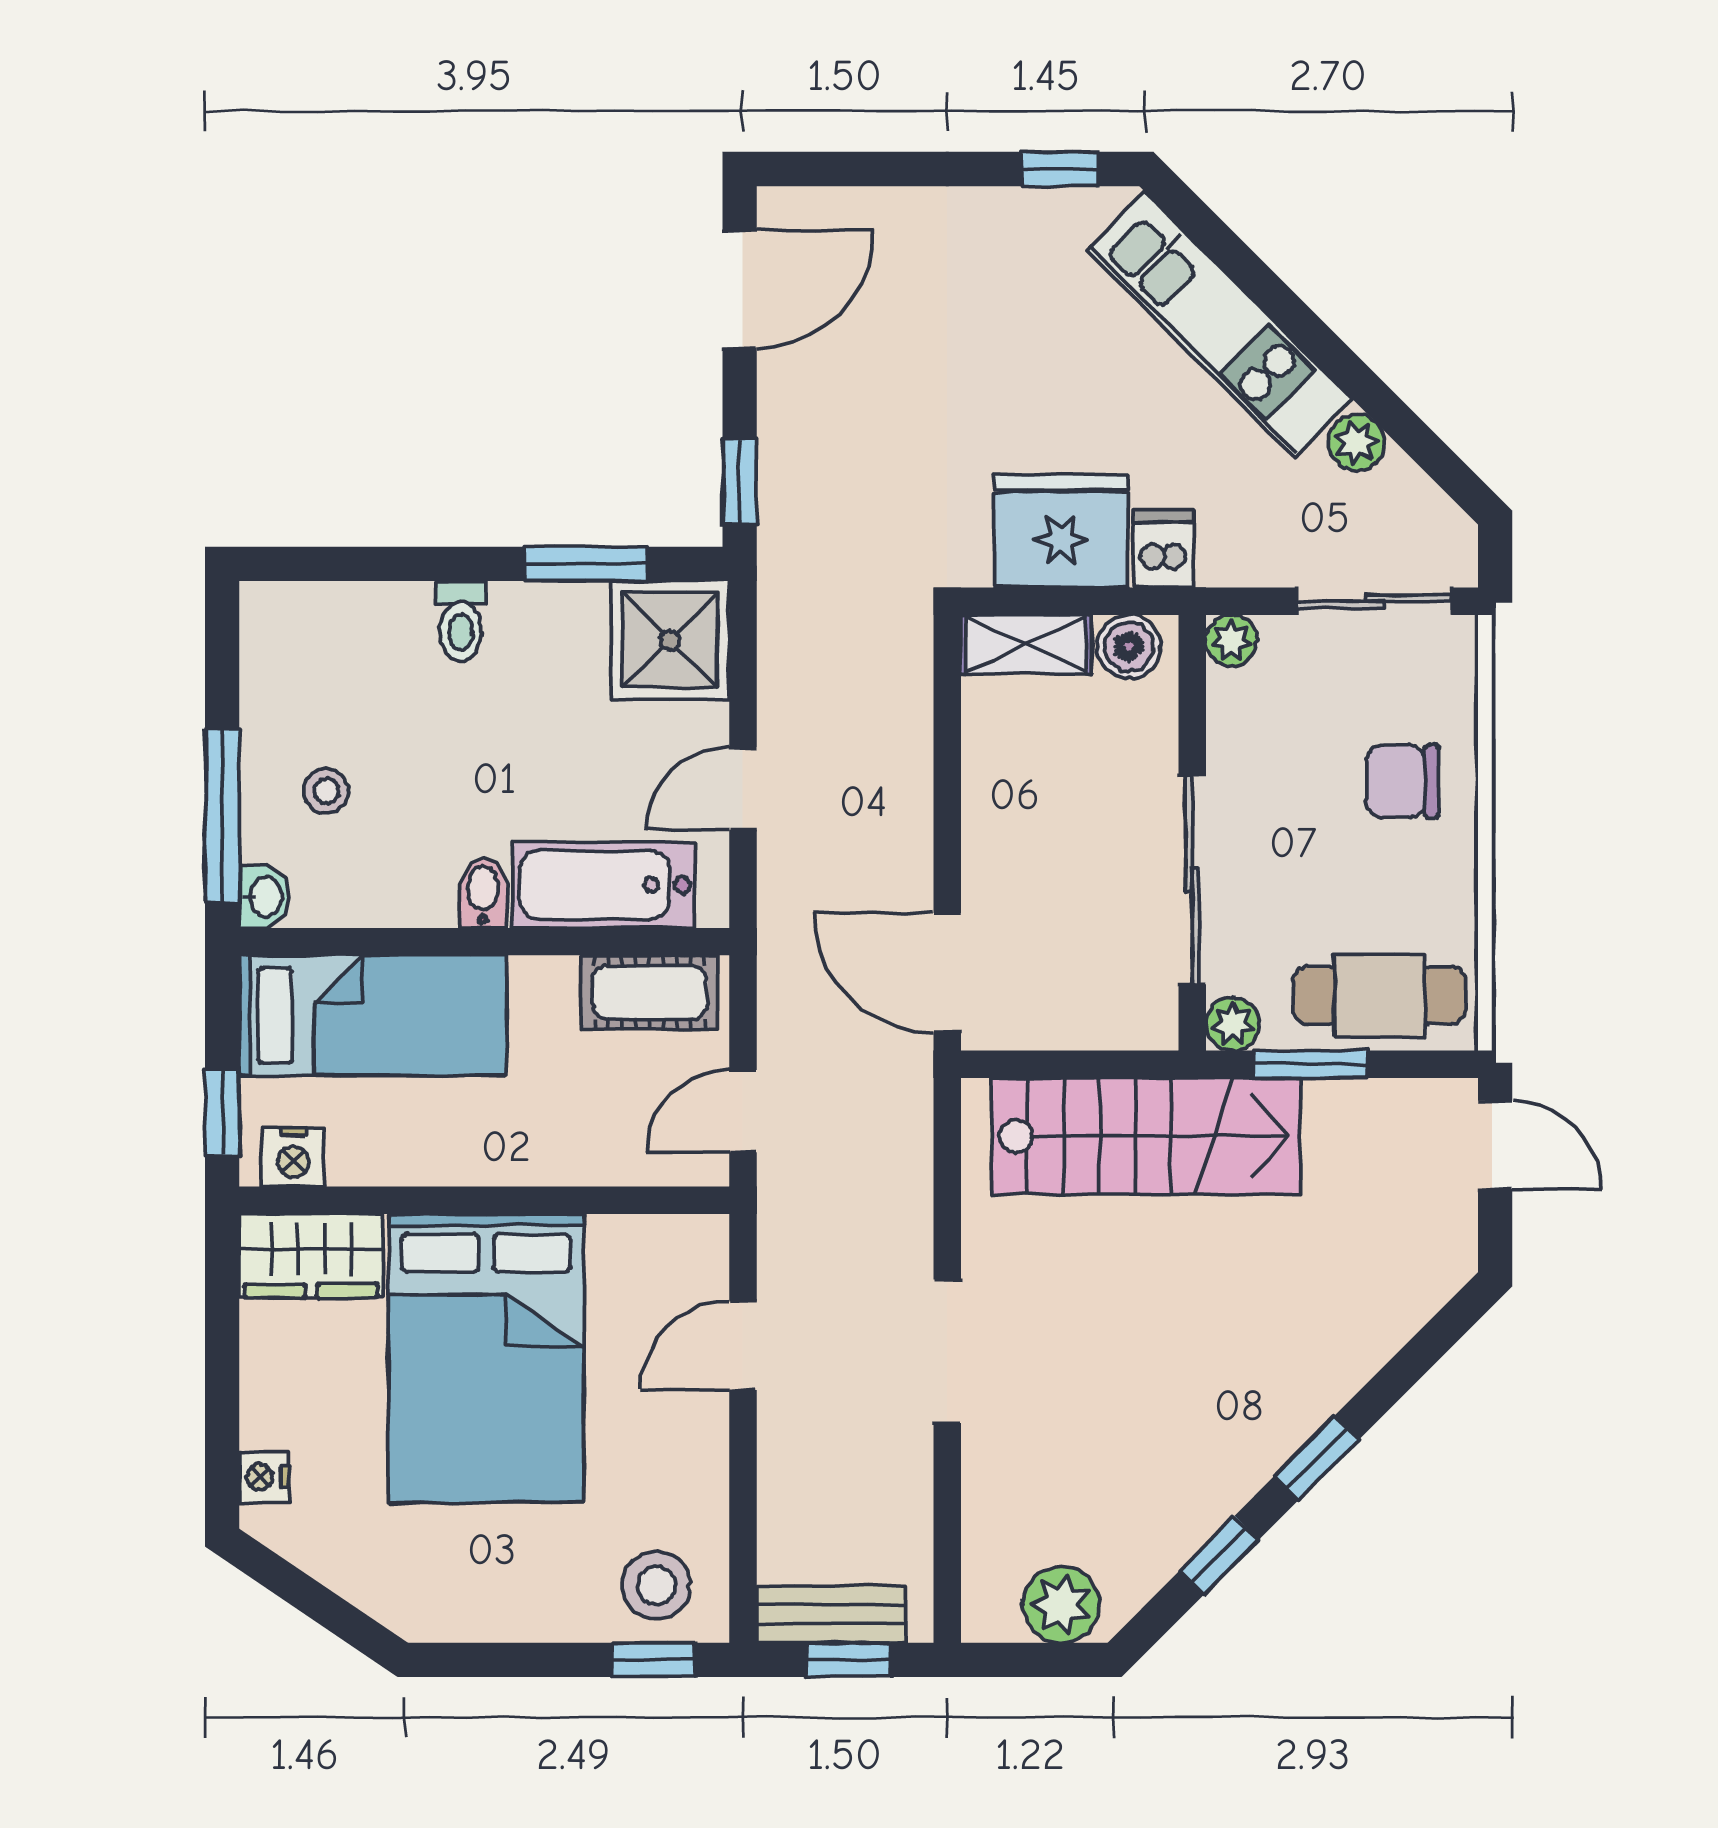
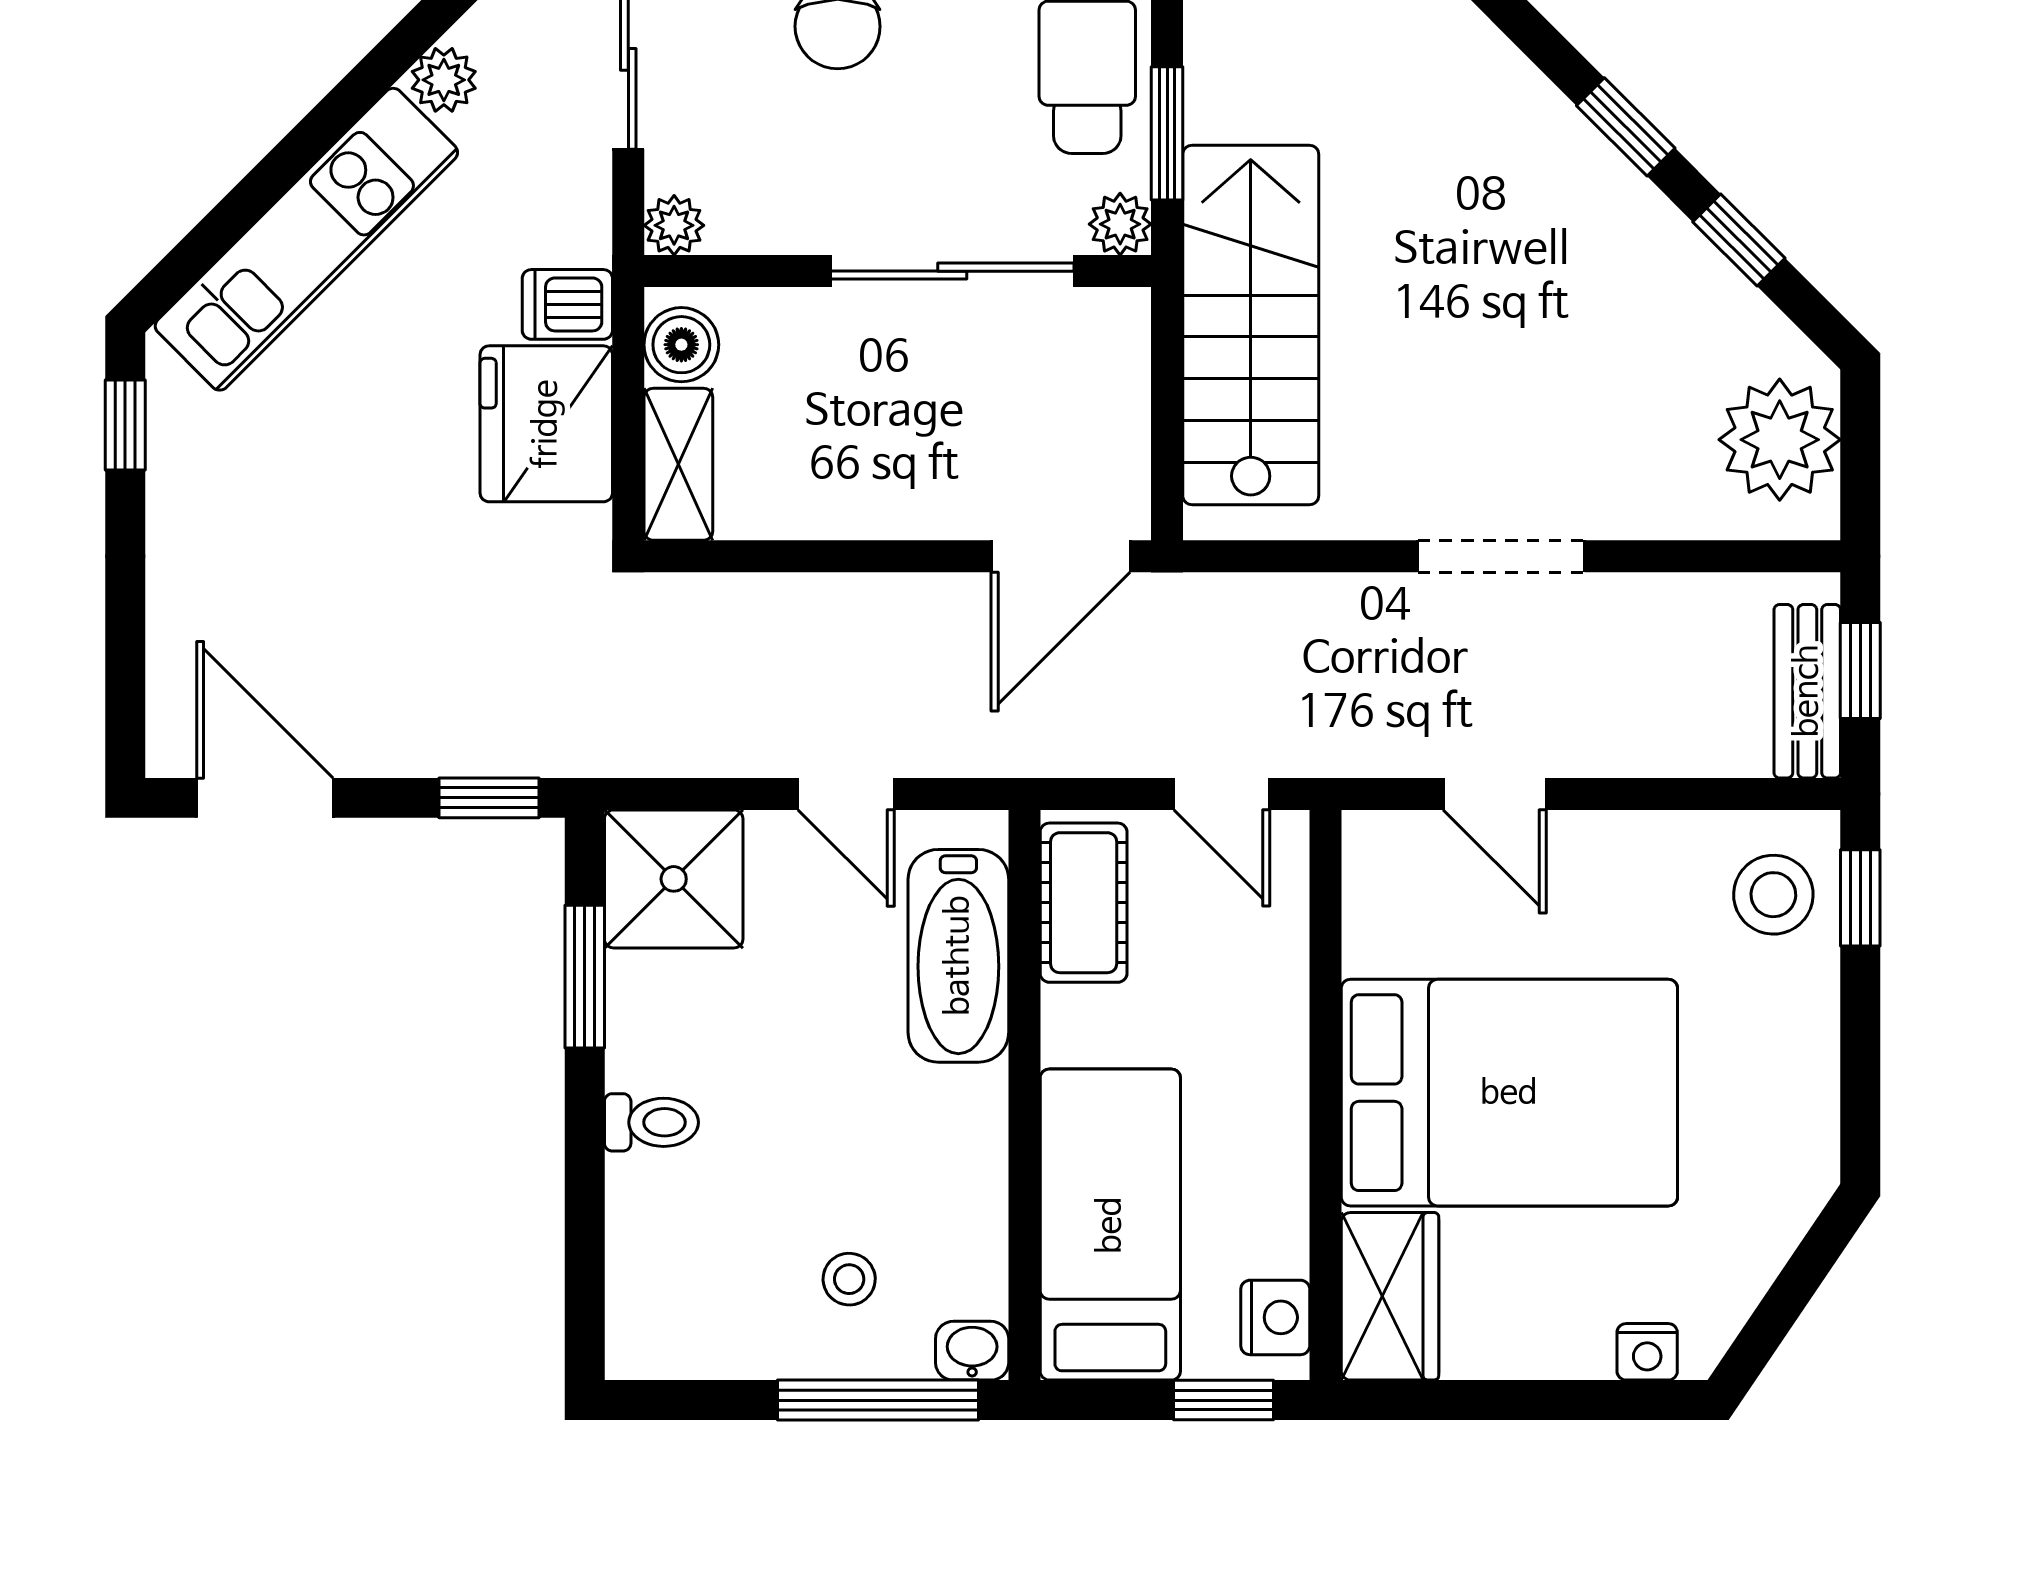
bidet: (483, 893) -> (968, 1096), removed
plant: (1061, 1604) -> (1780, 440), width x1.36, depth x1.36

